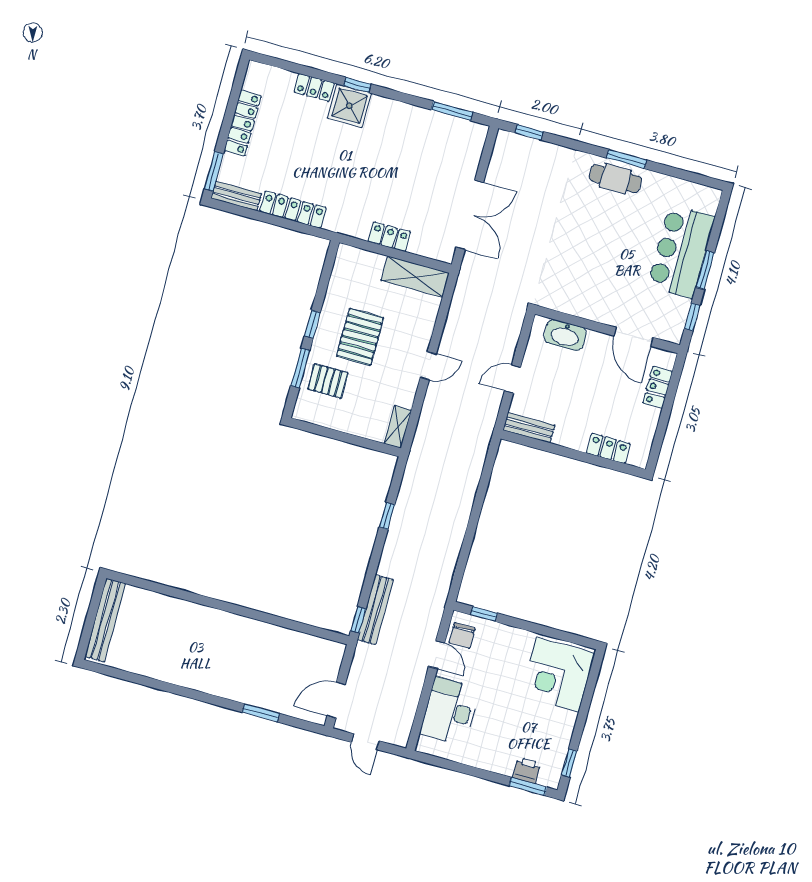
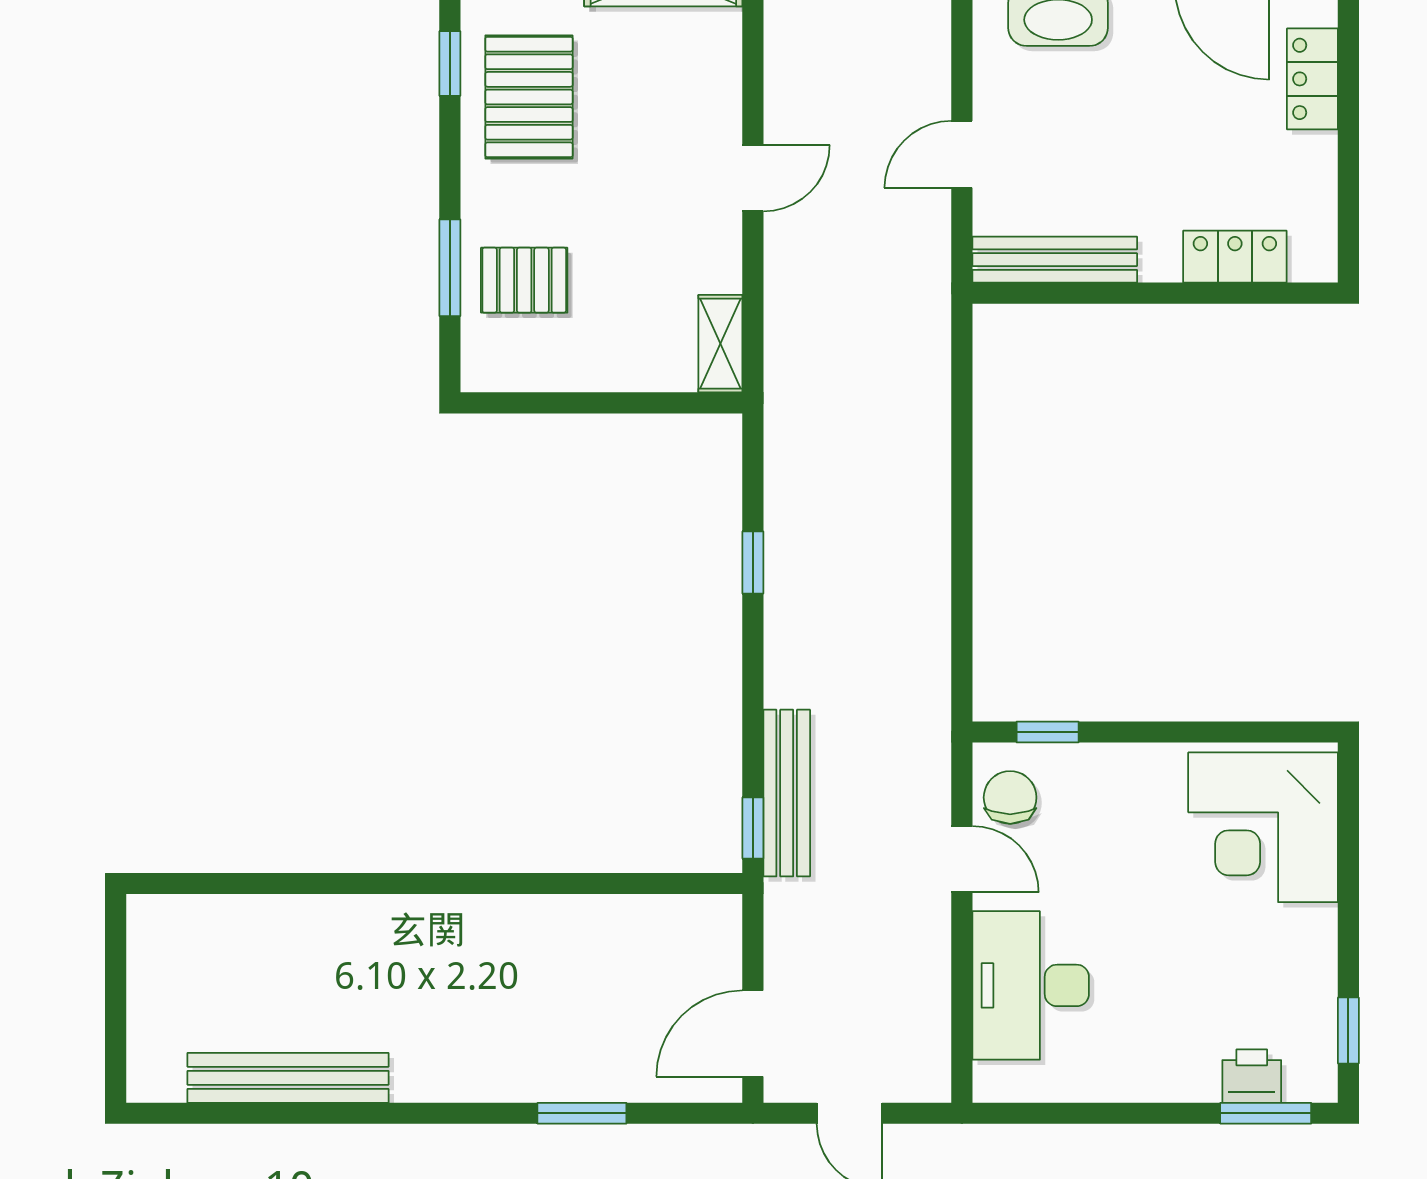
window: (312, 324) -> (450, 63), moved
pallet: (360, 337) -> (529, 97), moved
bench: (529, 428) -> (1055, 260), width x1.36
bench: (105, 620) -> (288, 1078), moved, turned 90
chair: (462, 636) -> (1010, 797), turned 180

